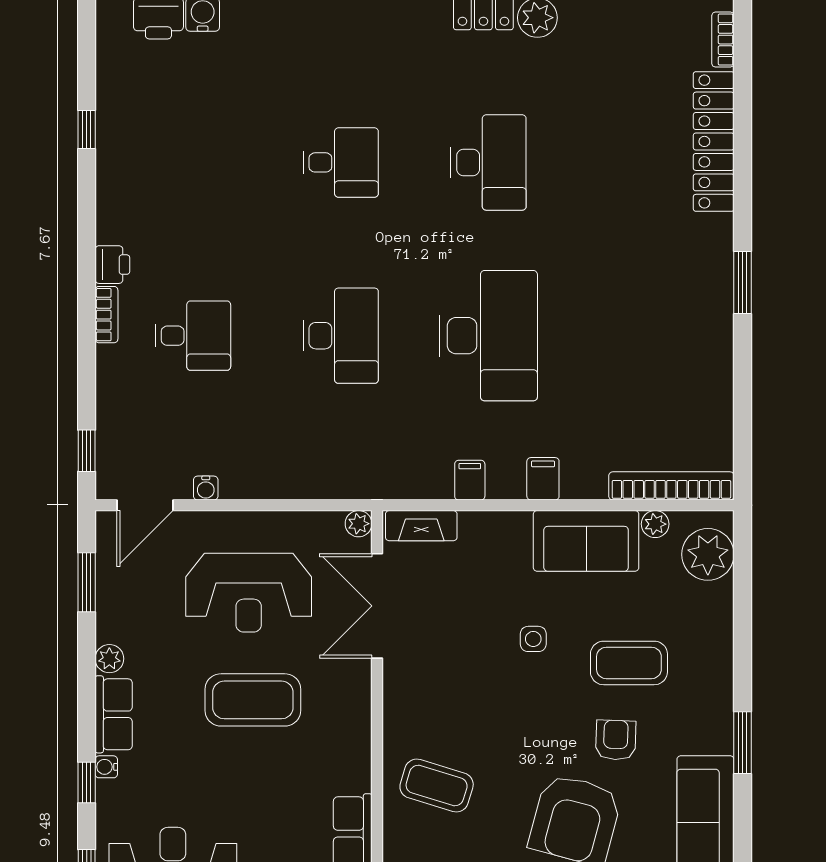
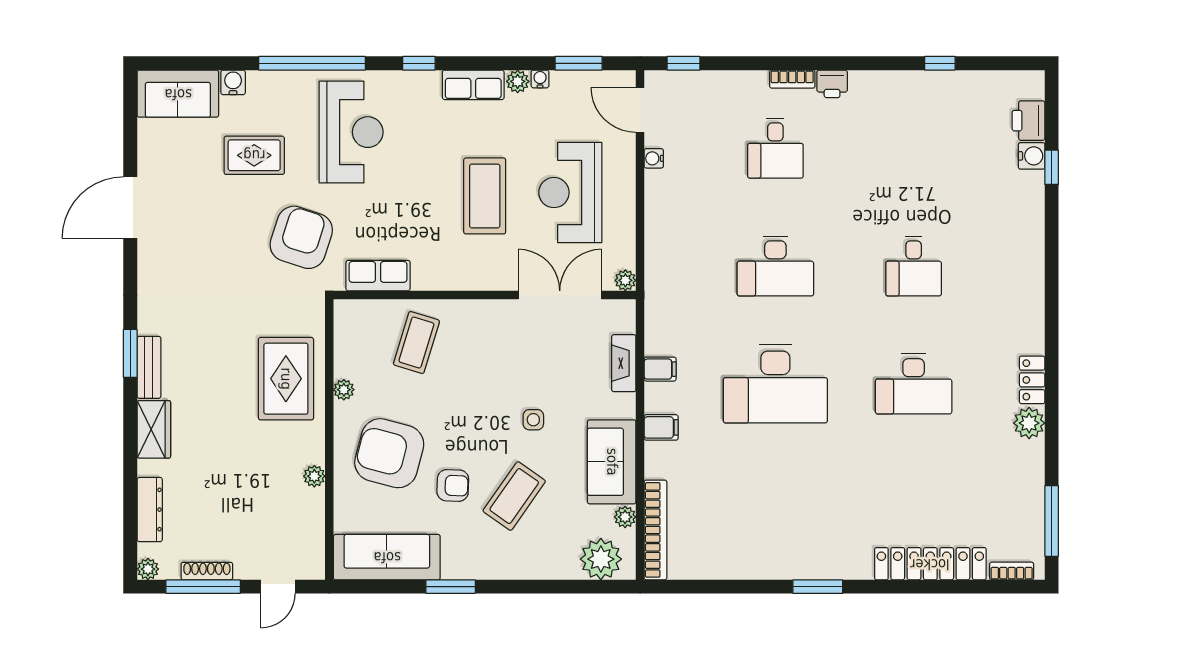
fireplace: (421, 526) -> (624, 363), moved
coffee table: (629, 663) -> (514, 496), turned 35
water cooler: (106, 767) -> (540, 79), moved

